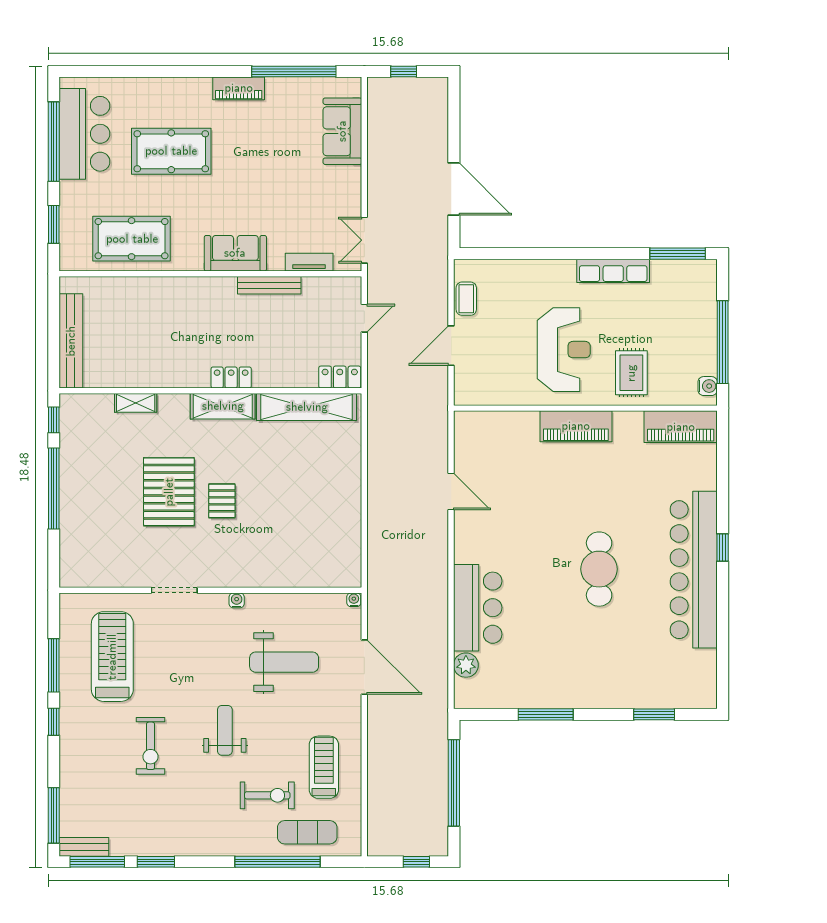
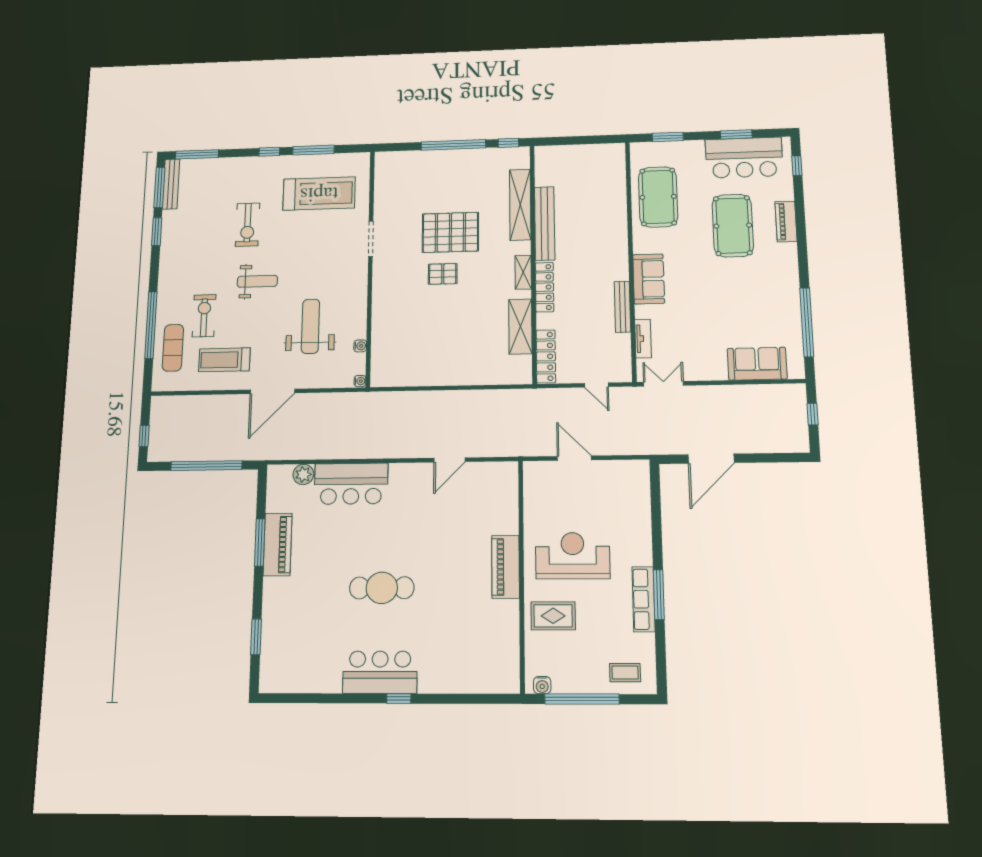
window: (97, 72) -> (797, 166), added
piano: (239, 88) -> (786, 222), moved
window: (54, 142) -> (736, 134), width x0.47
window: (678, 254) -> (659, 595), moved
coffee table: (466, 299) -> (625, 673), moved
bench: (71, 341) -> (545, 223), moved, turned 90
reception desk: (564, 350) -> (573, 556), turned 180
locker: (340, 377) -> (546, 356), width x1.53
locker: (231, 378) -> (545, 287), width x1.53
shelving: (136, 403) -> (520, 205), width x2.20, depth x1.33
shelving: (223, 406) -> (523, 272), width x0.67, depth x0.75
shelving: (307, 407) -> (520, 327), width x0.68
piano: (681, 427) -> (278, 545), moved, turned 180
bar counter: (694, 570) -> (380, 672), width x0.54
water cooler: (237, 600) -> (360, 346), moved
weight bench: (284, 662) -> (310, 326), turned 180
door: (364, 667) -> (272, 391), moved
exercise bike: (150, 746) -> (247, 225), turned -90
treadmill: (324, 767) -> (224, 360), turned 180
exercise bike: (267, 795) -> (204, 316), turned 180
bench: (84, 847) -> (171, 184), width x1.36

